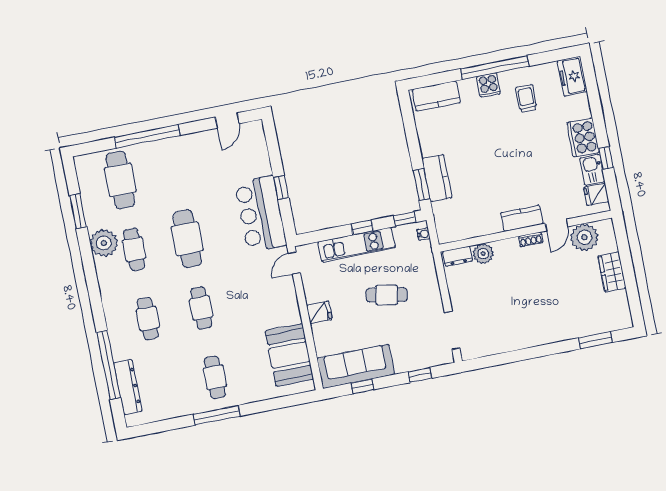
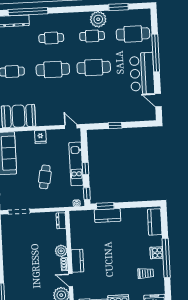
bar counter: (261, 214) -> (142, 73), moved, turned -90
plant: (483, 254) -> (61, 251), moved
cafe table: (201, 308) -> (53, 69), width x1.37, depth x1.35

